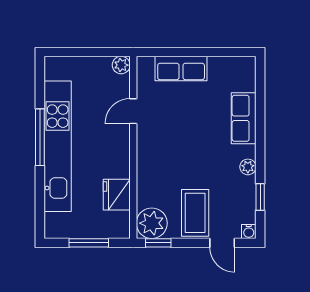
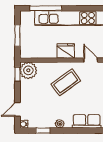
window: (40, 137) -> (46, 8), moved
fridge: (117, 195) -> (66, 51), moved
coffee table: (195, 213) -> (66, 82), moved, turned -36

